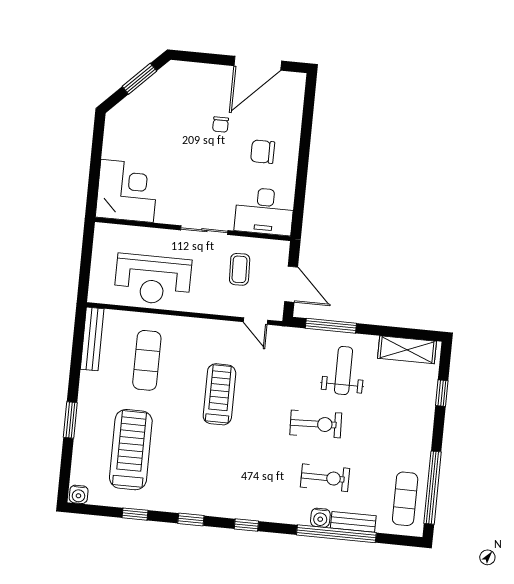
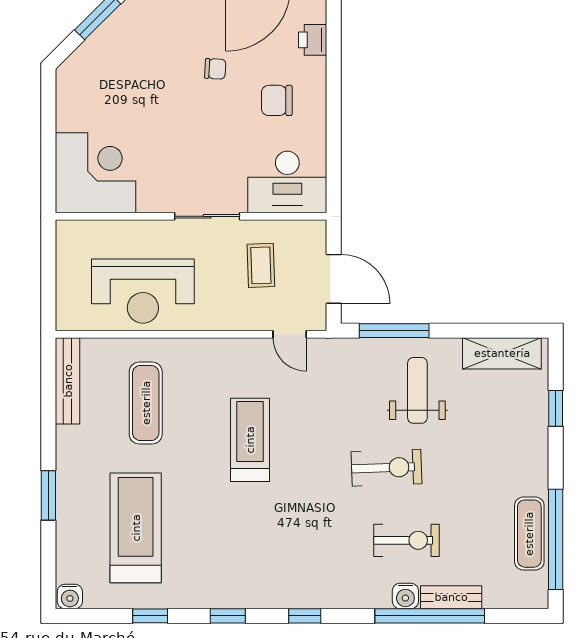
printer: (293, 111) -> (313, 40), added
chair: (221, 125) -> (215, 69), turned -87
exercise mat: (405, 499) -> (529, 534), moved

